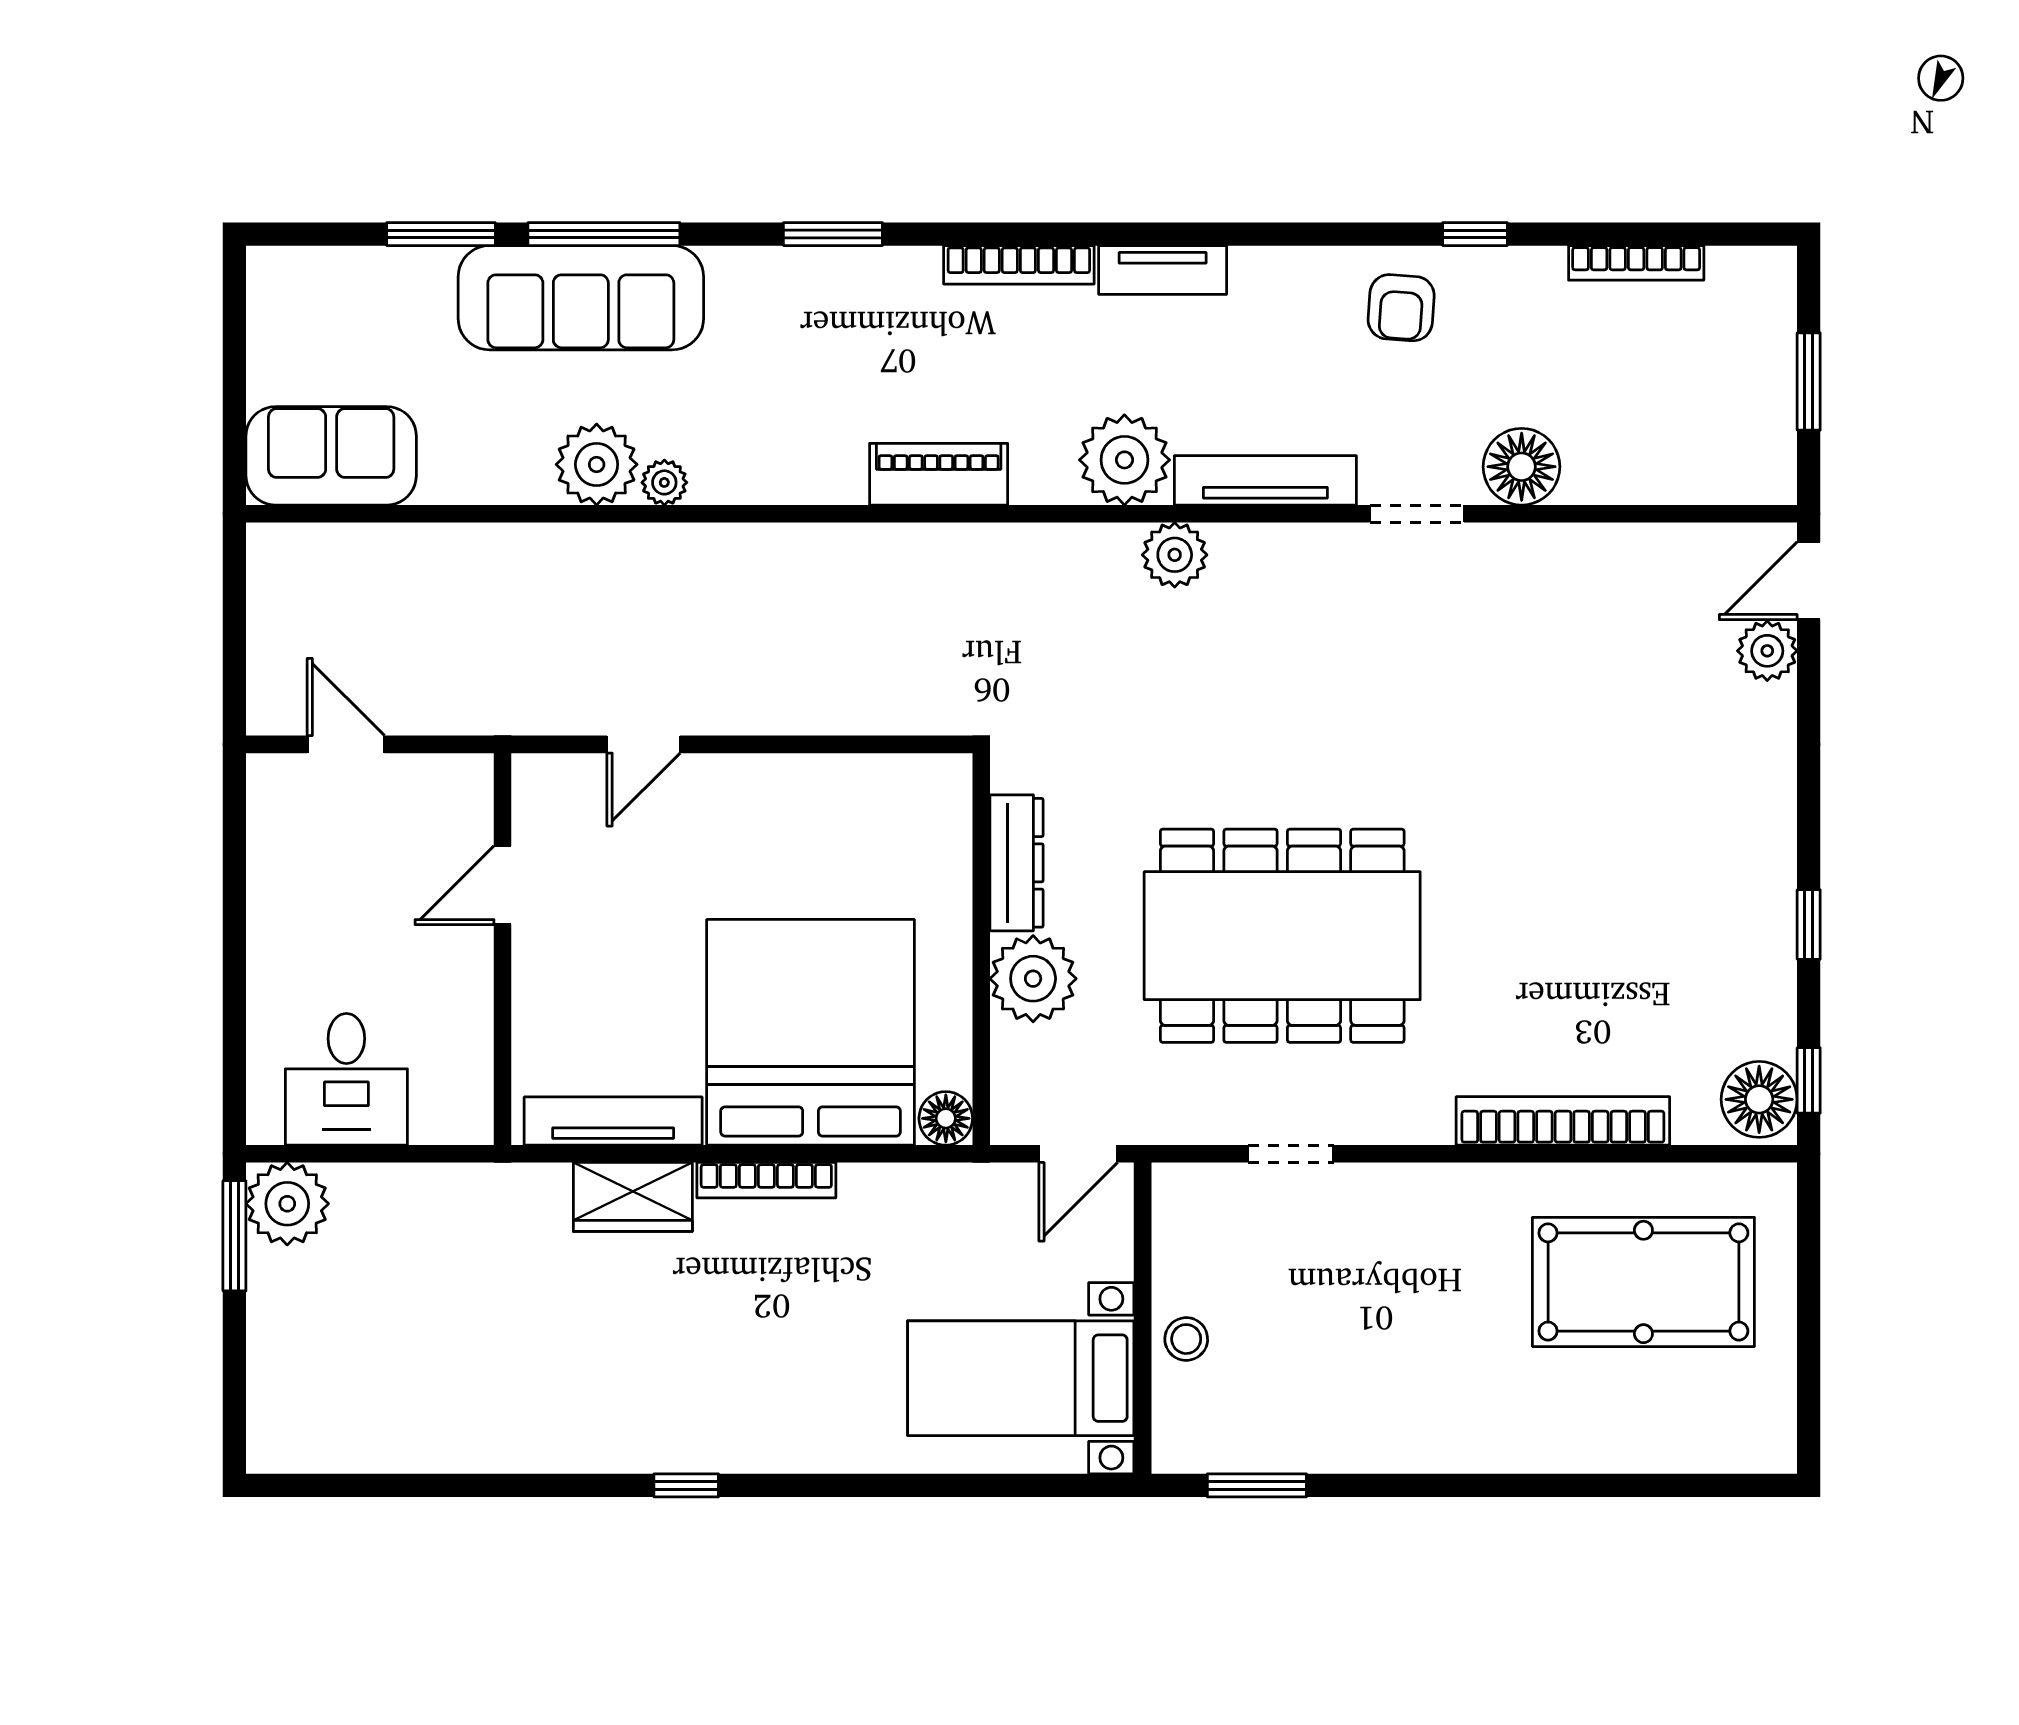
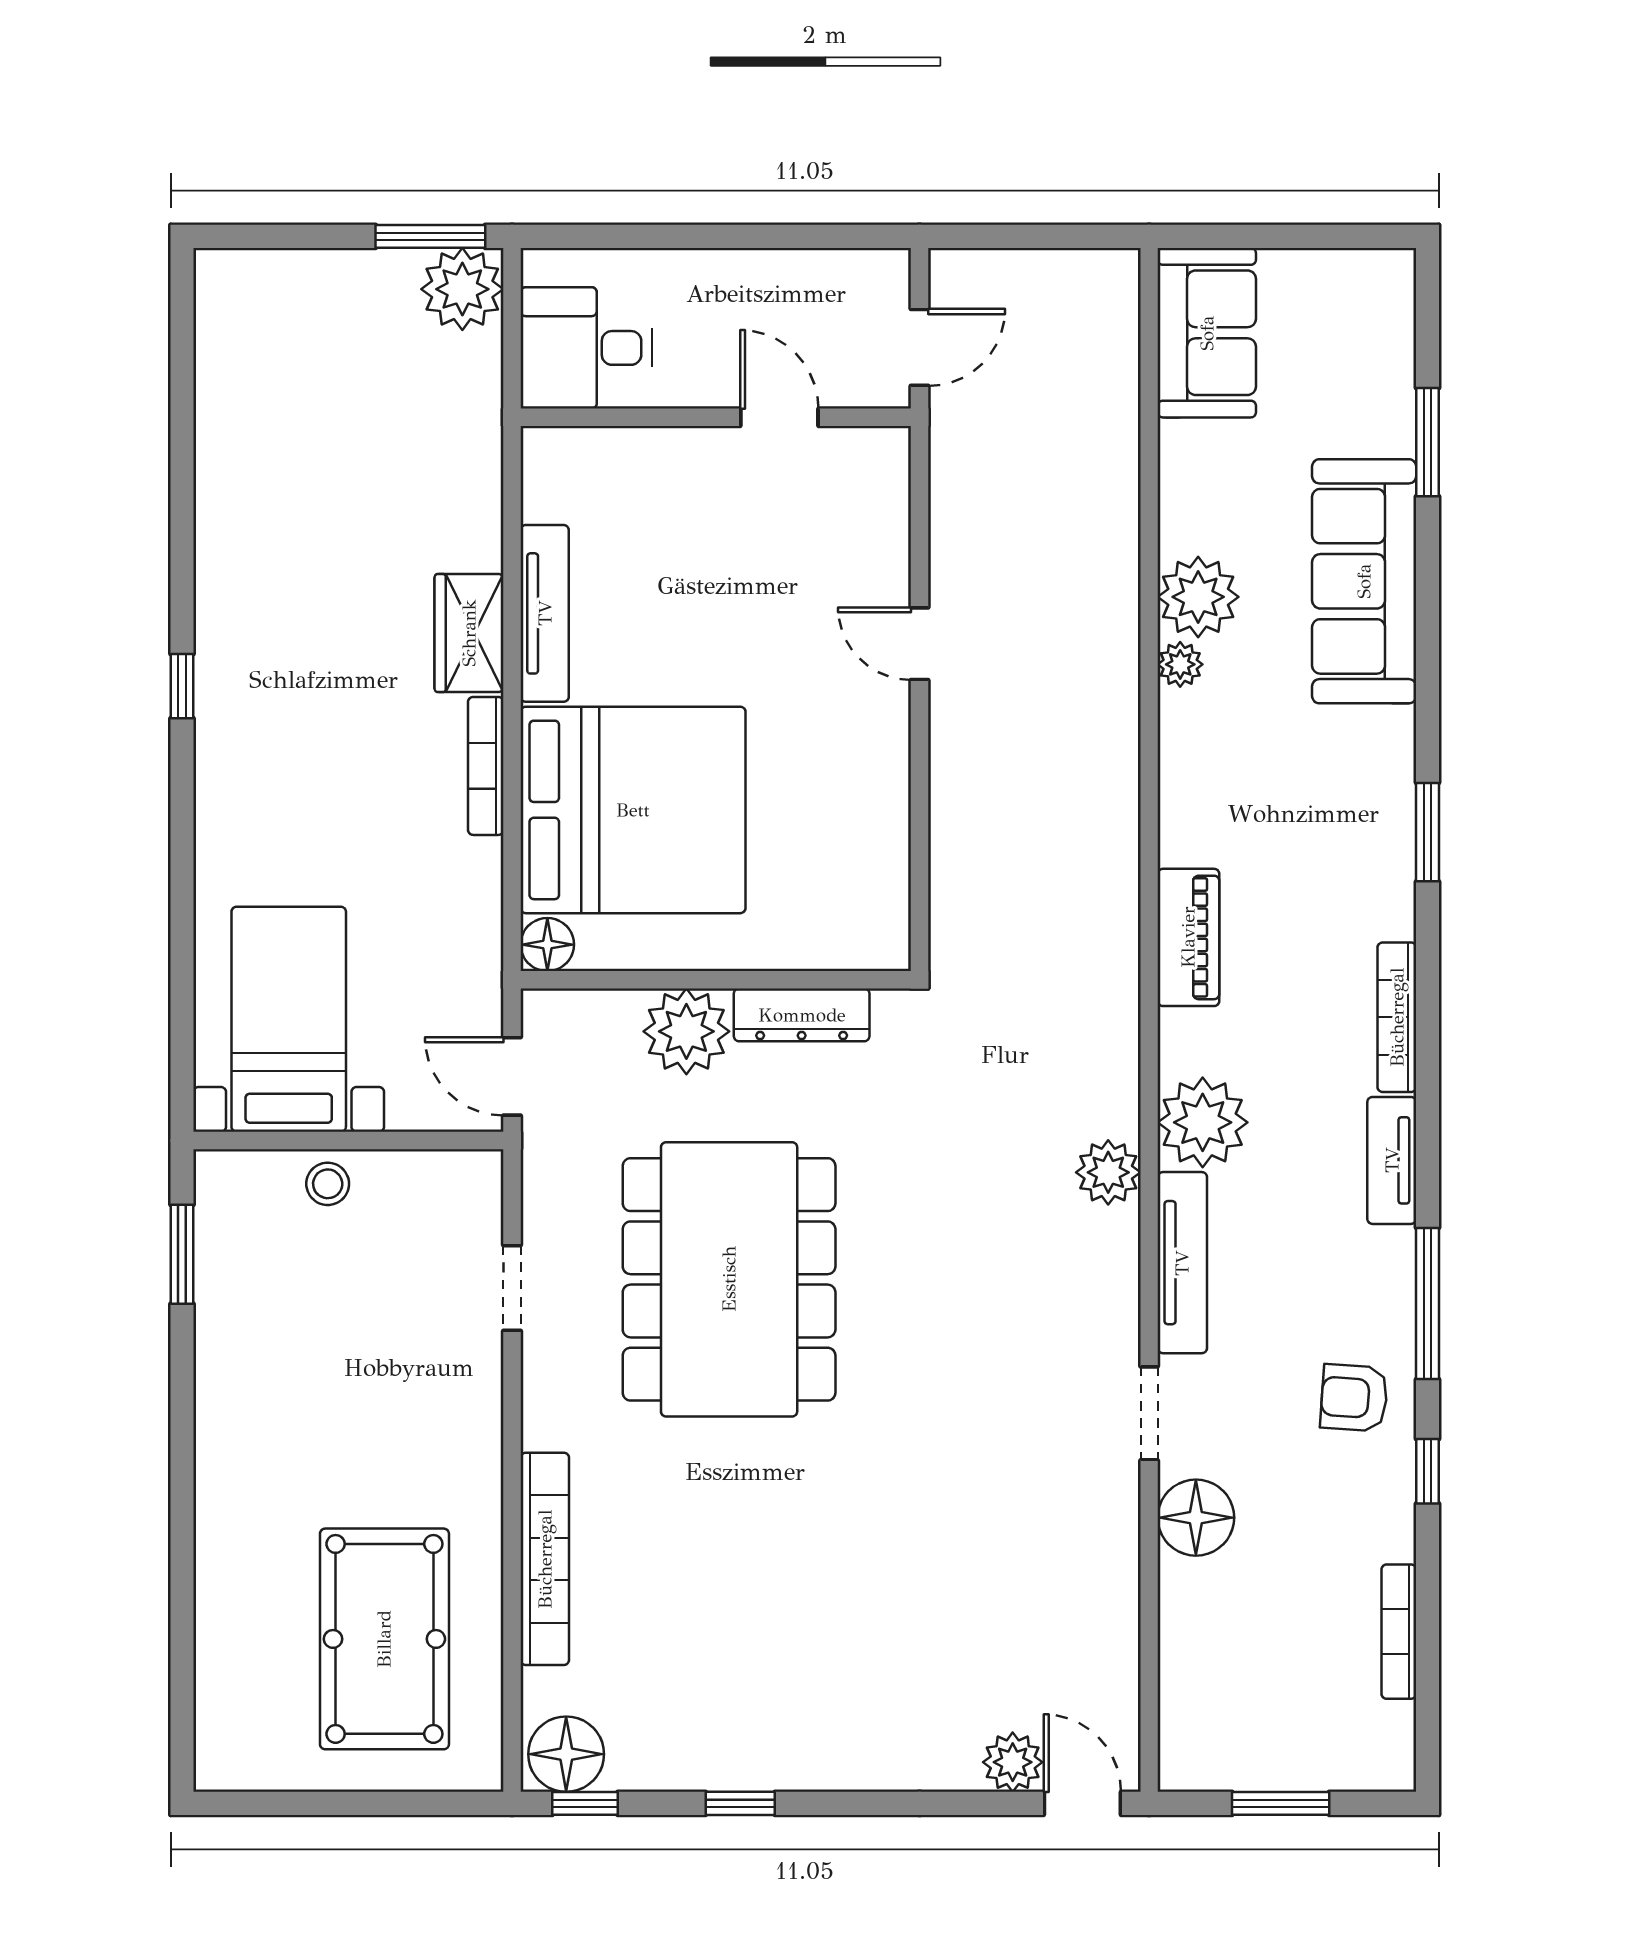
window: (604, 234) -> (1428, 1303), moved
door: (503, 885) -> (779, 417), moved
wall: (503, 949) -> (716, 417), moved

